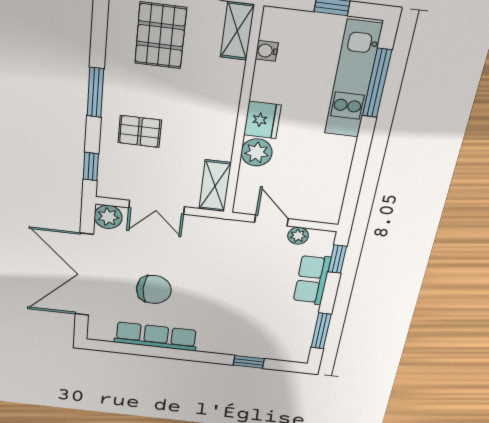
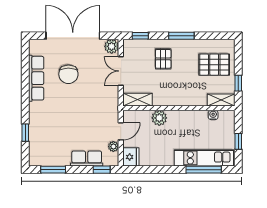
fridge: (262, 120) -> (131, 157), moved, turned -90

